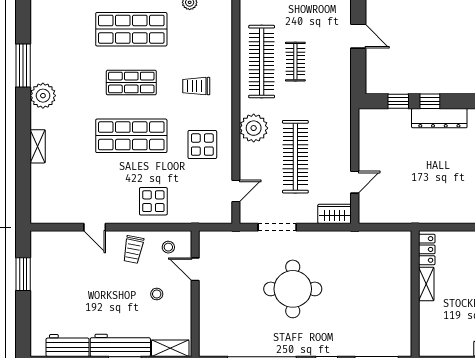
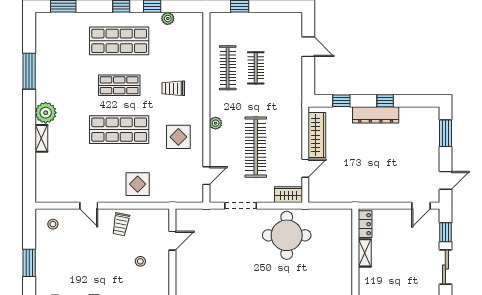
clothes rail: (262, 62) -> (228, 68), width x0.73, depth x0.76
plant: (43, 96) -> (46, 113), moved
window: (430, 101) -> (385, 101), moved
plant: (254, 128) -> (216, 123), width x0.53, depth x0.53
wardrobe: (369, 142) -> (317, 135), added
stool: (168, 247) -> (53, 224), moved
door: (195, 269) -> (172, 241), swing flipped
window: (23, 274) -> (29, 263), moved
round table: (293, 289) -> (287, 235), moved

